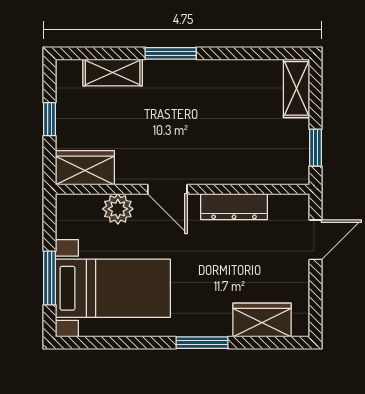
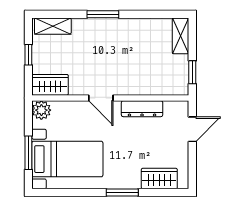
shelving: (113, 73) -> (53, 26), moved
plant: (118, 209) -> (41, 110), moved

